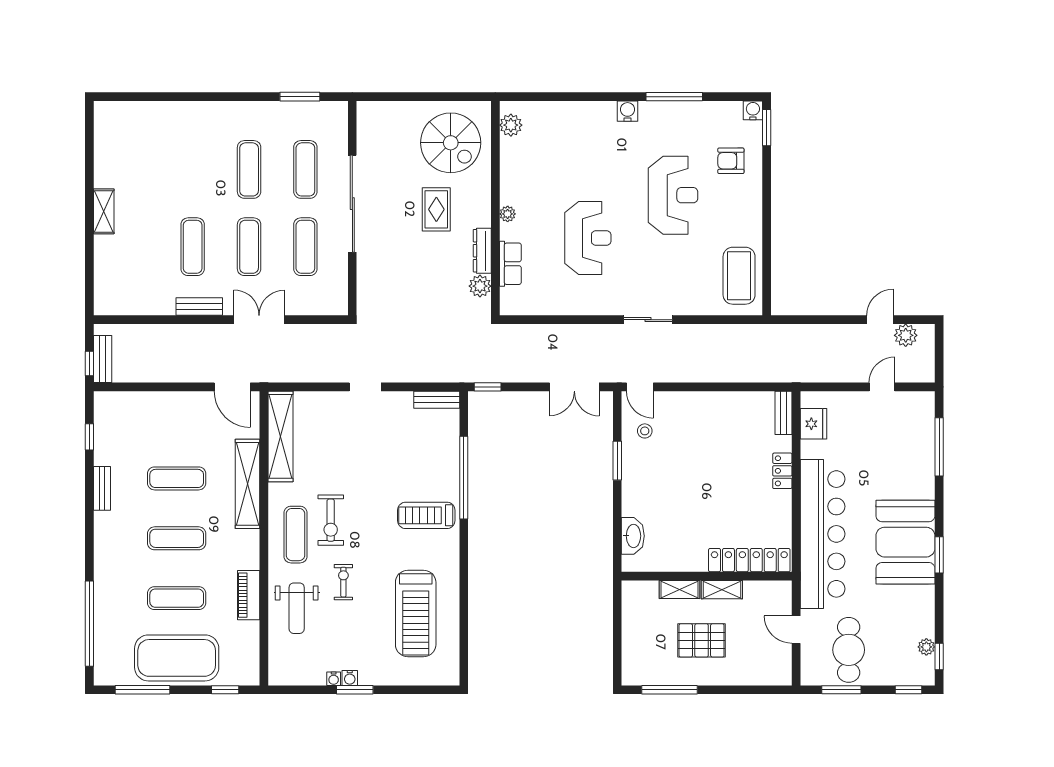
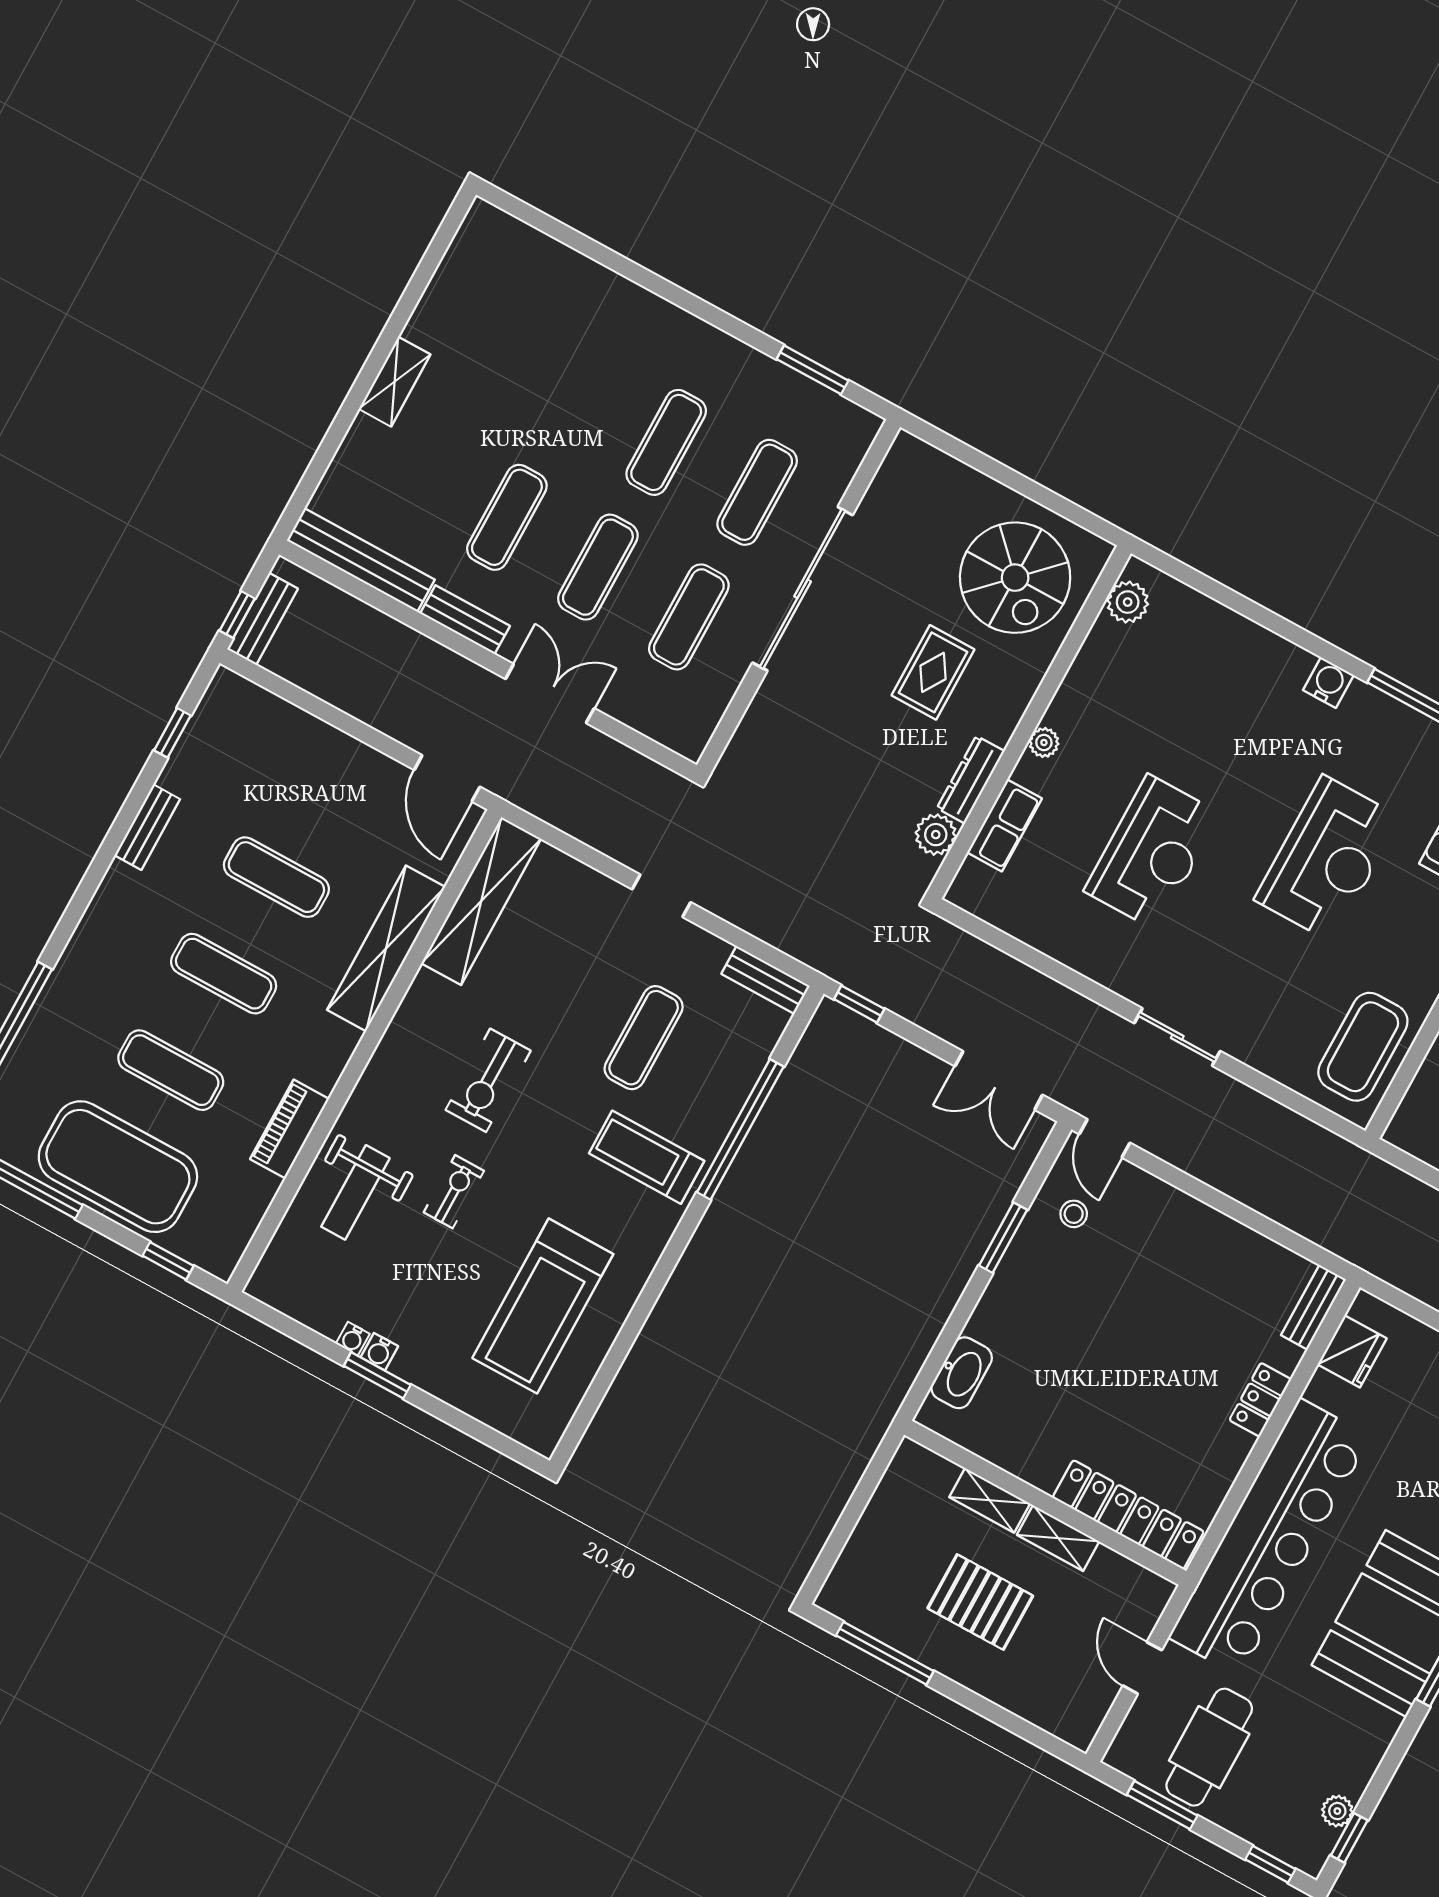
bench: (134, 305) -> (361, 560), added
exercise mat: (296, 535) -> (644, 1038), moved

